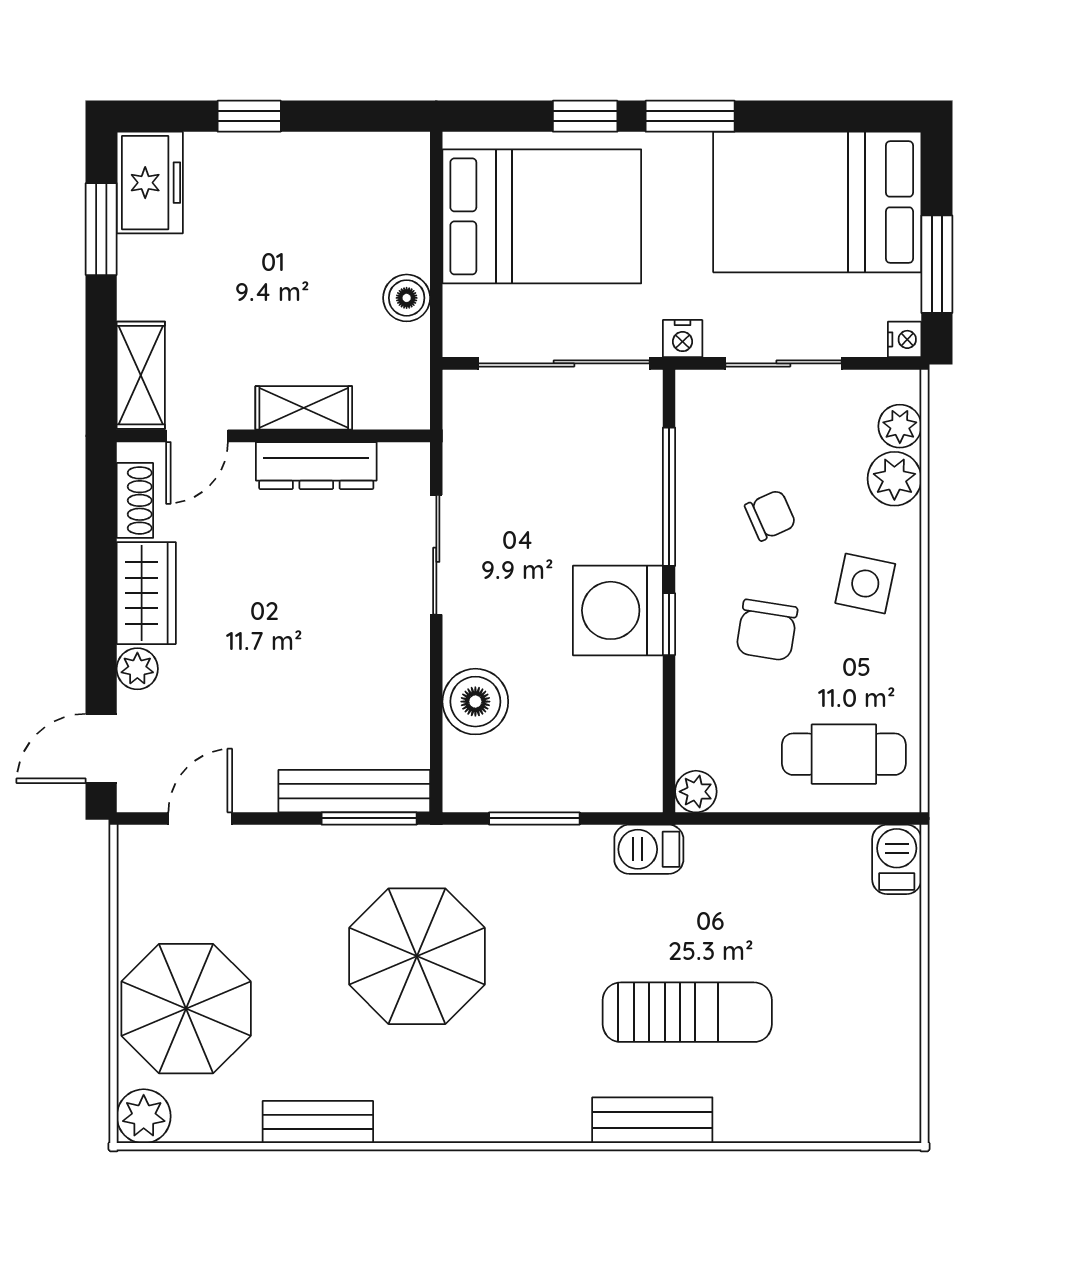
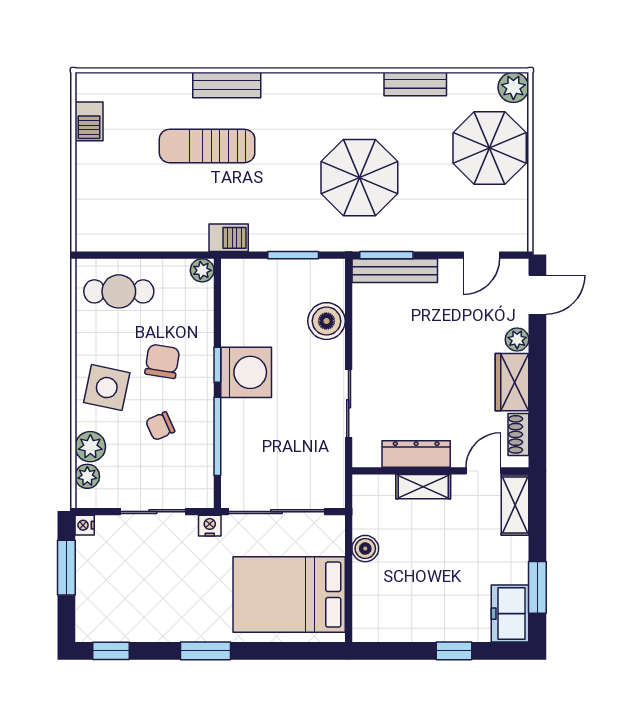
window: (585, 116) -> (111, 651), moved
bed: (817, 202) -> (134, 603), removed
side table: (865, 584) -> (107, 388), width x1.37, depth x1.37
barbecue: (897, 859) -> (89, 121), moved

